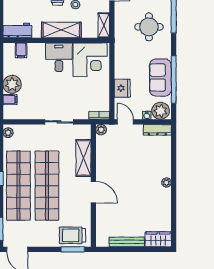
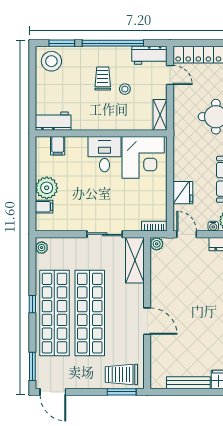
shelving: (61, 30) -> (108, 120), removed
shelving: (83, 158) -> (135, 260), moved

